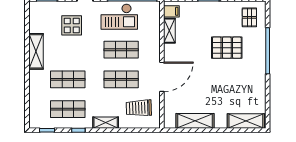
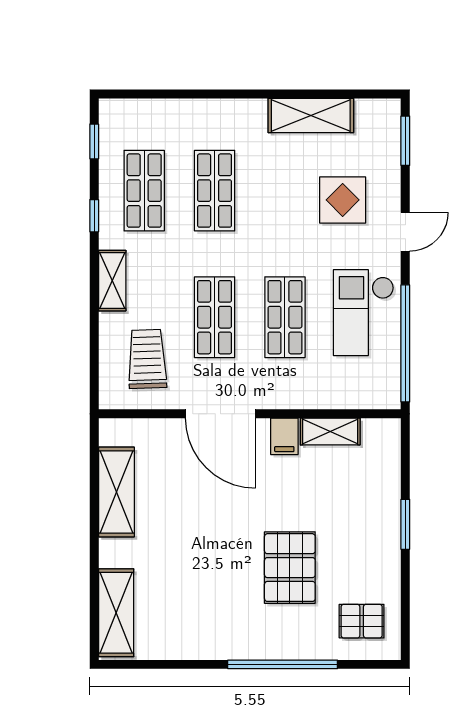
filing cabinet: (171, 11) -> (284, 436), moved
shelving: (36, 51) -> (311, 115), moved

